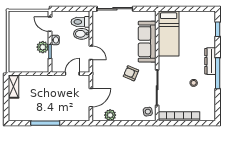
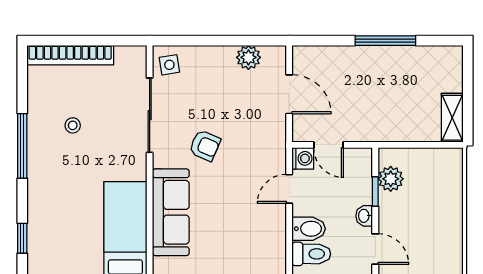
plant: (43, 47) -> (391, 179), moved
door: (91, 53) -> (289, 189), hinge flipped
dresser: (210, 61) -> (38, 171), removed
washing machine: (84, 67) -> (303, 158), added
door: (72, 74) -> (328, 145), hinge flipped
door: (91, 98) -> (289, 94), swing flipped
bookcase: (179, 116) -> (70, 55), moved

